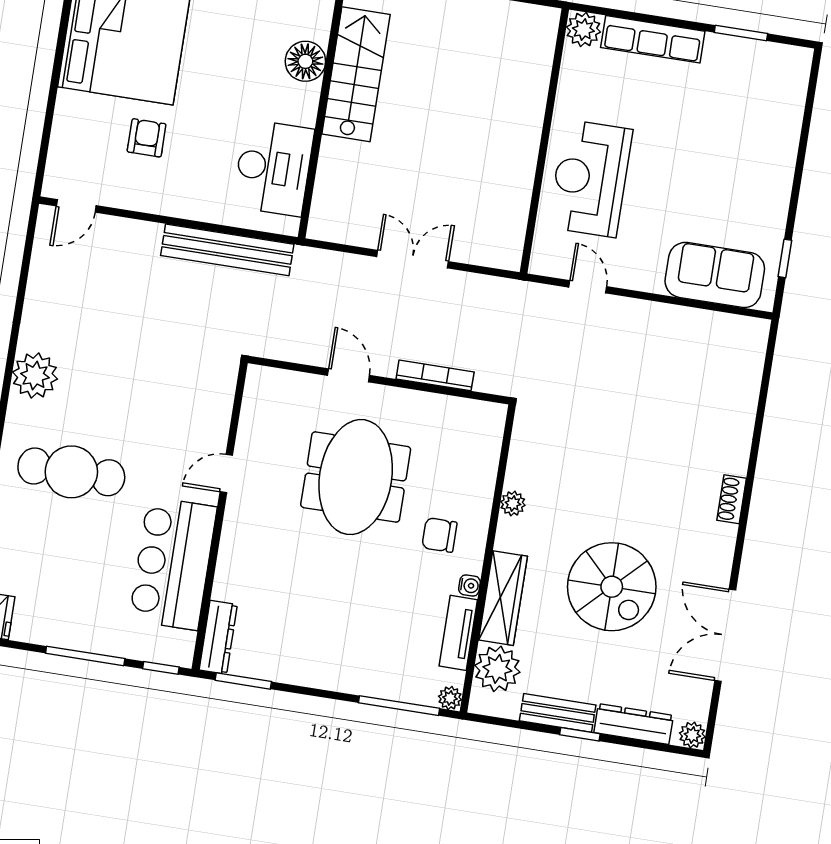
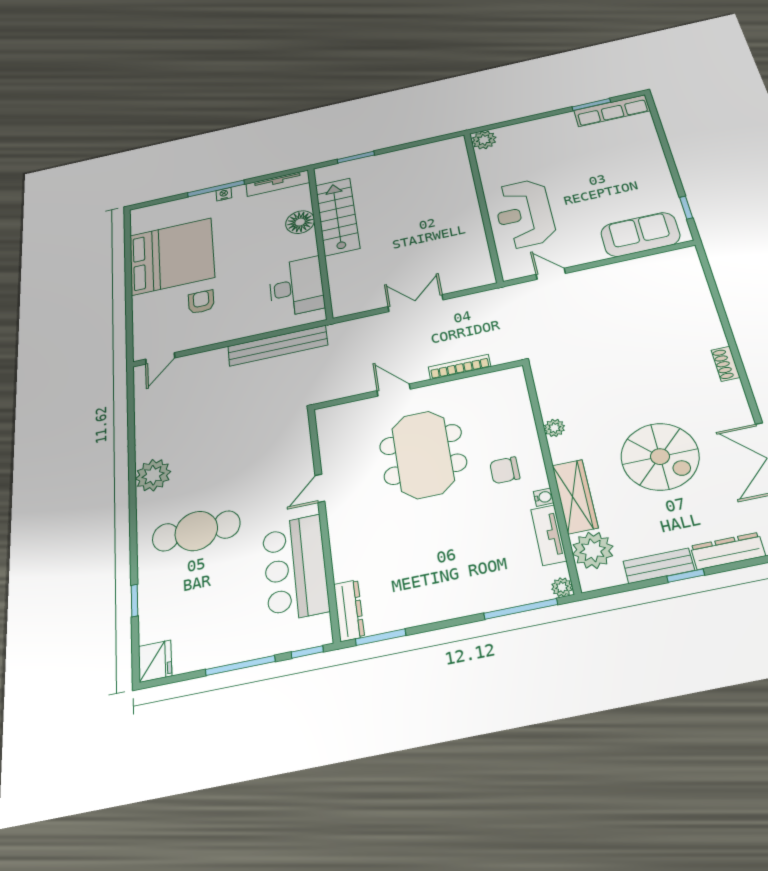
row of seats: (653, 39) -> (612, 111), moved

